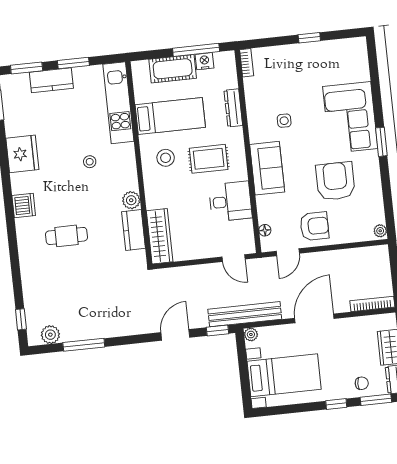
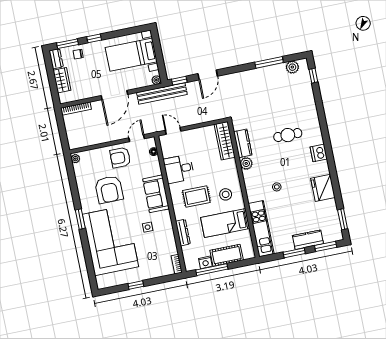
corner sofa: (350, 118) -> (110, 241), width x1.36, depth x1.36

